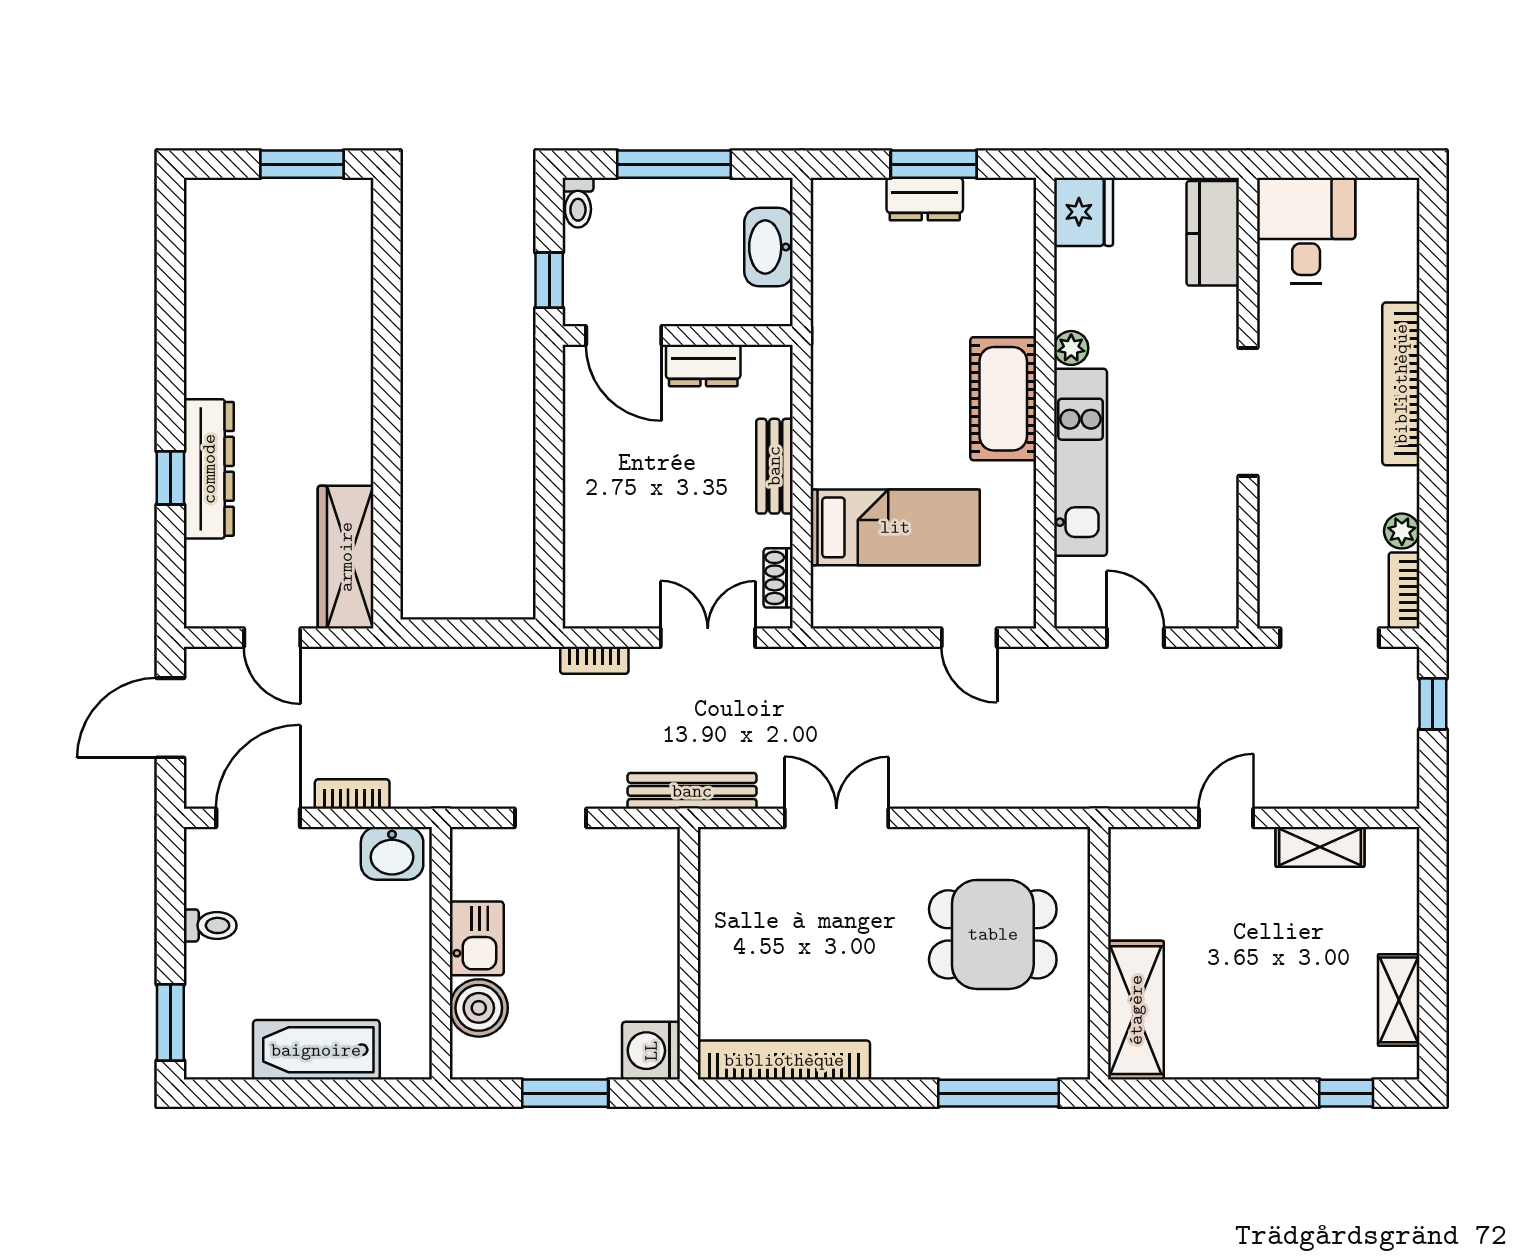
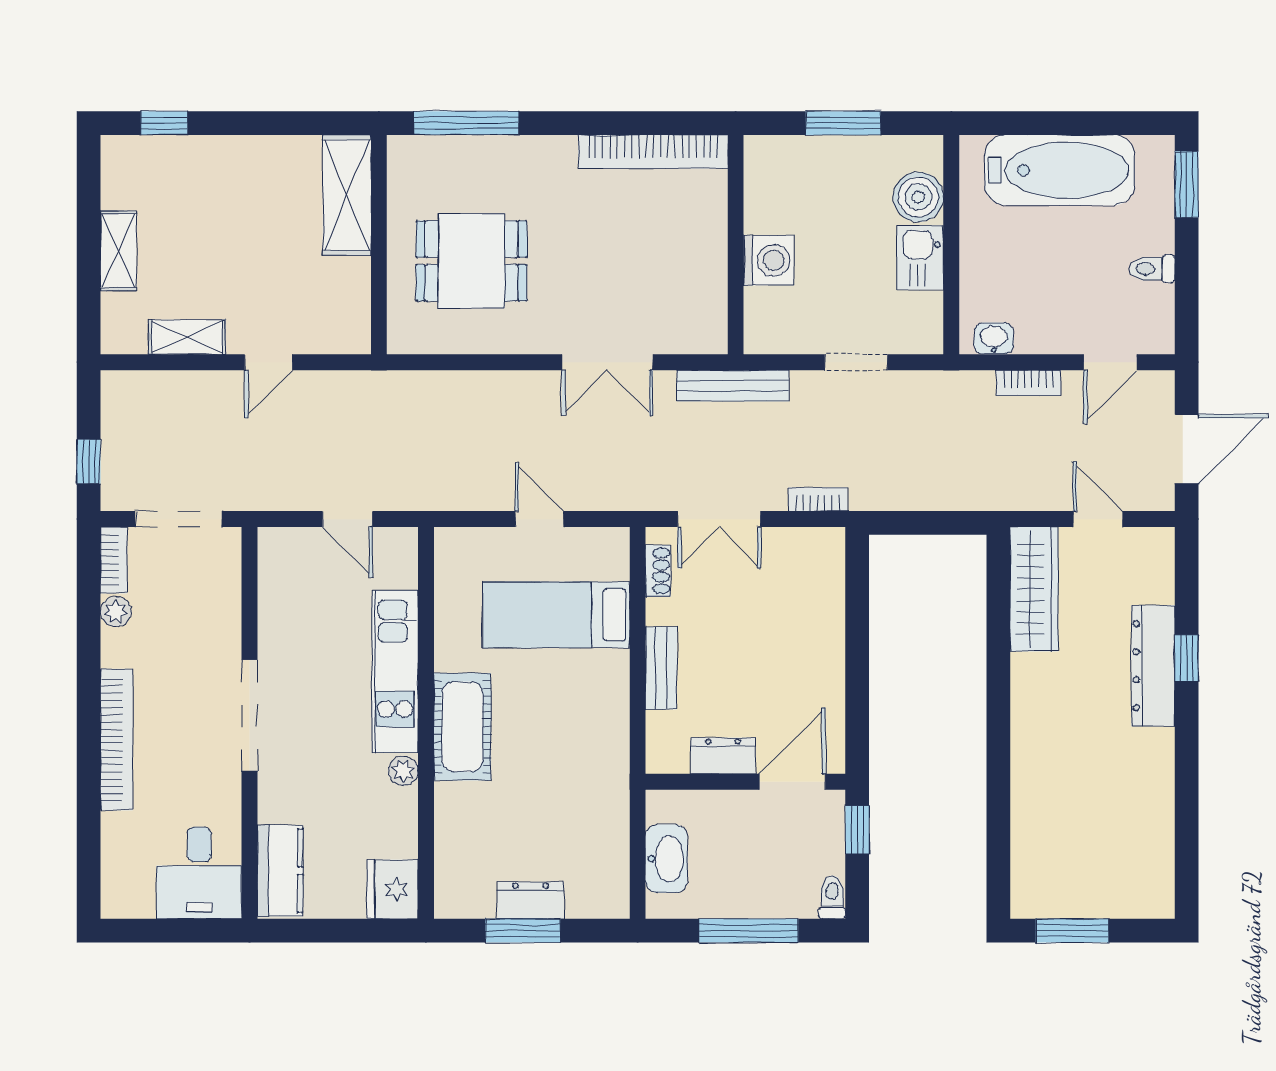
door: (624, 336) -> (792, 782), hinge flipped
door: (969, 638) -> (539, 519), moved
door: (258, 818) -> (1110, 362), width x0.73
washbasin: (392, 853) -> (994, 338), width x0.72, depth x0.69
shelving: (1399, 1000) -> (118, 251), moved
bathtub: (316, 1050) -> (1060, 170), width x1.36, depth x1.36
washing machine: (651, 1051) -> (769, 260), moved

